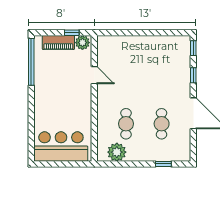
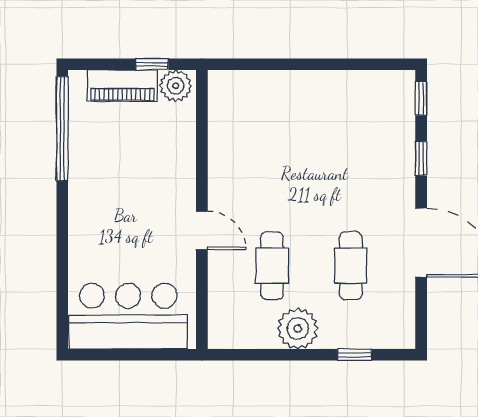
door: (94, 75) -> (202, 231), moved
plant: (117, 152) -> (298, 329), moved

